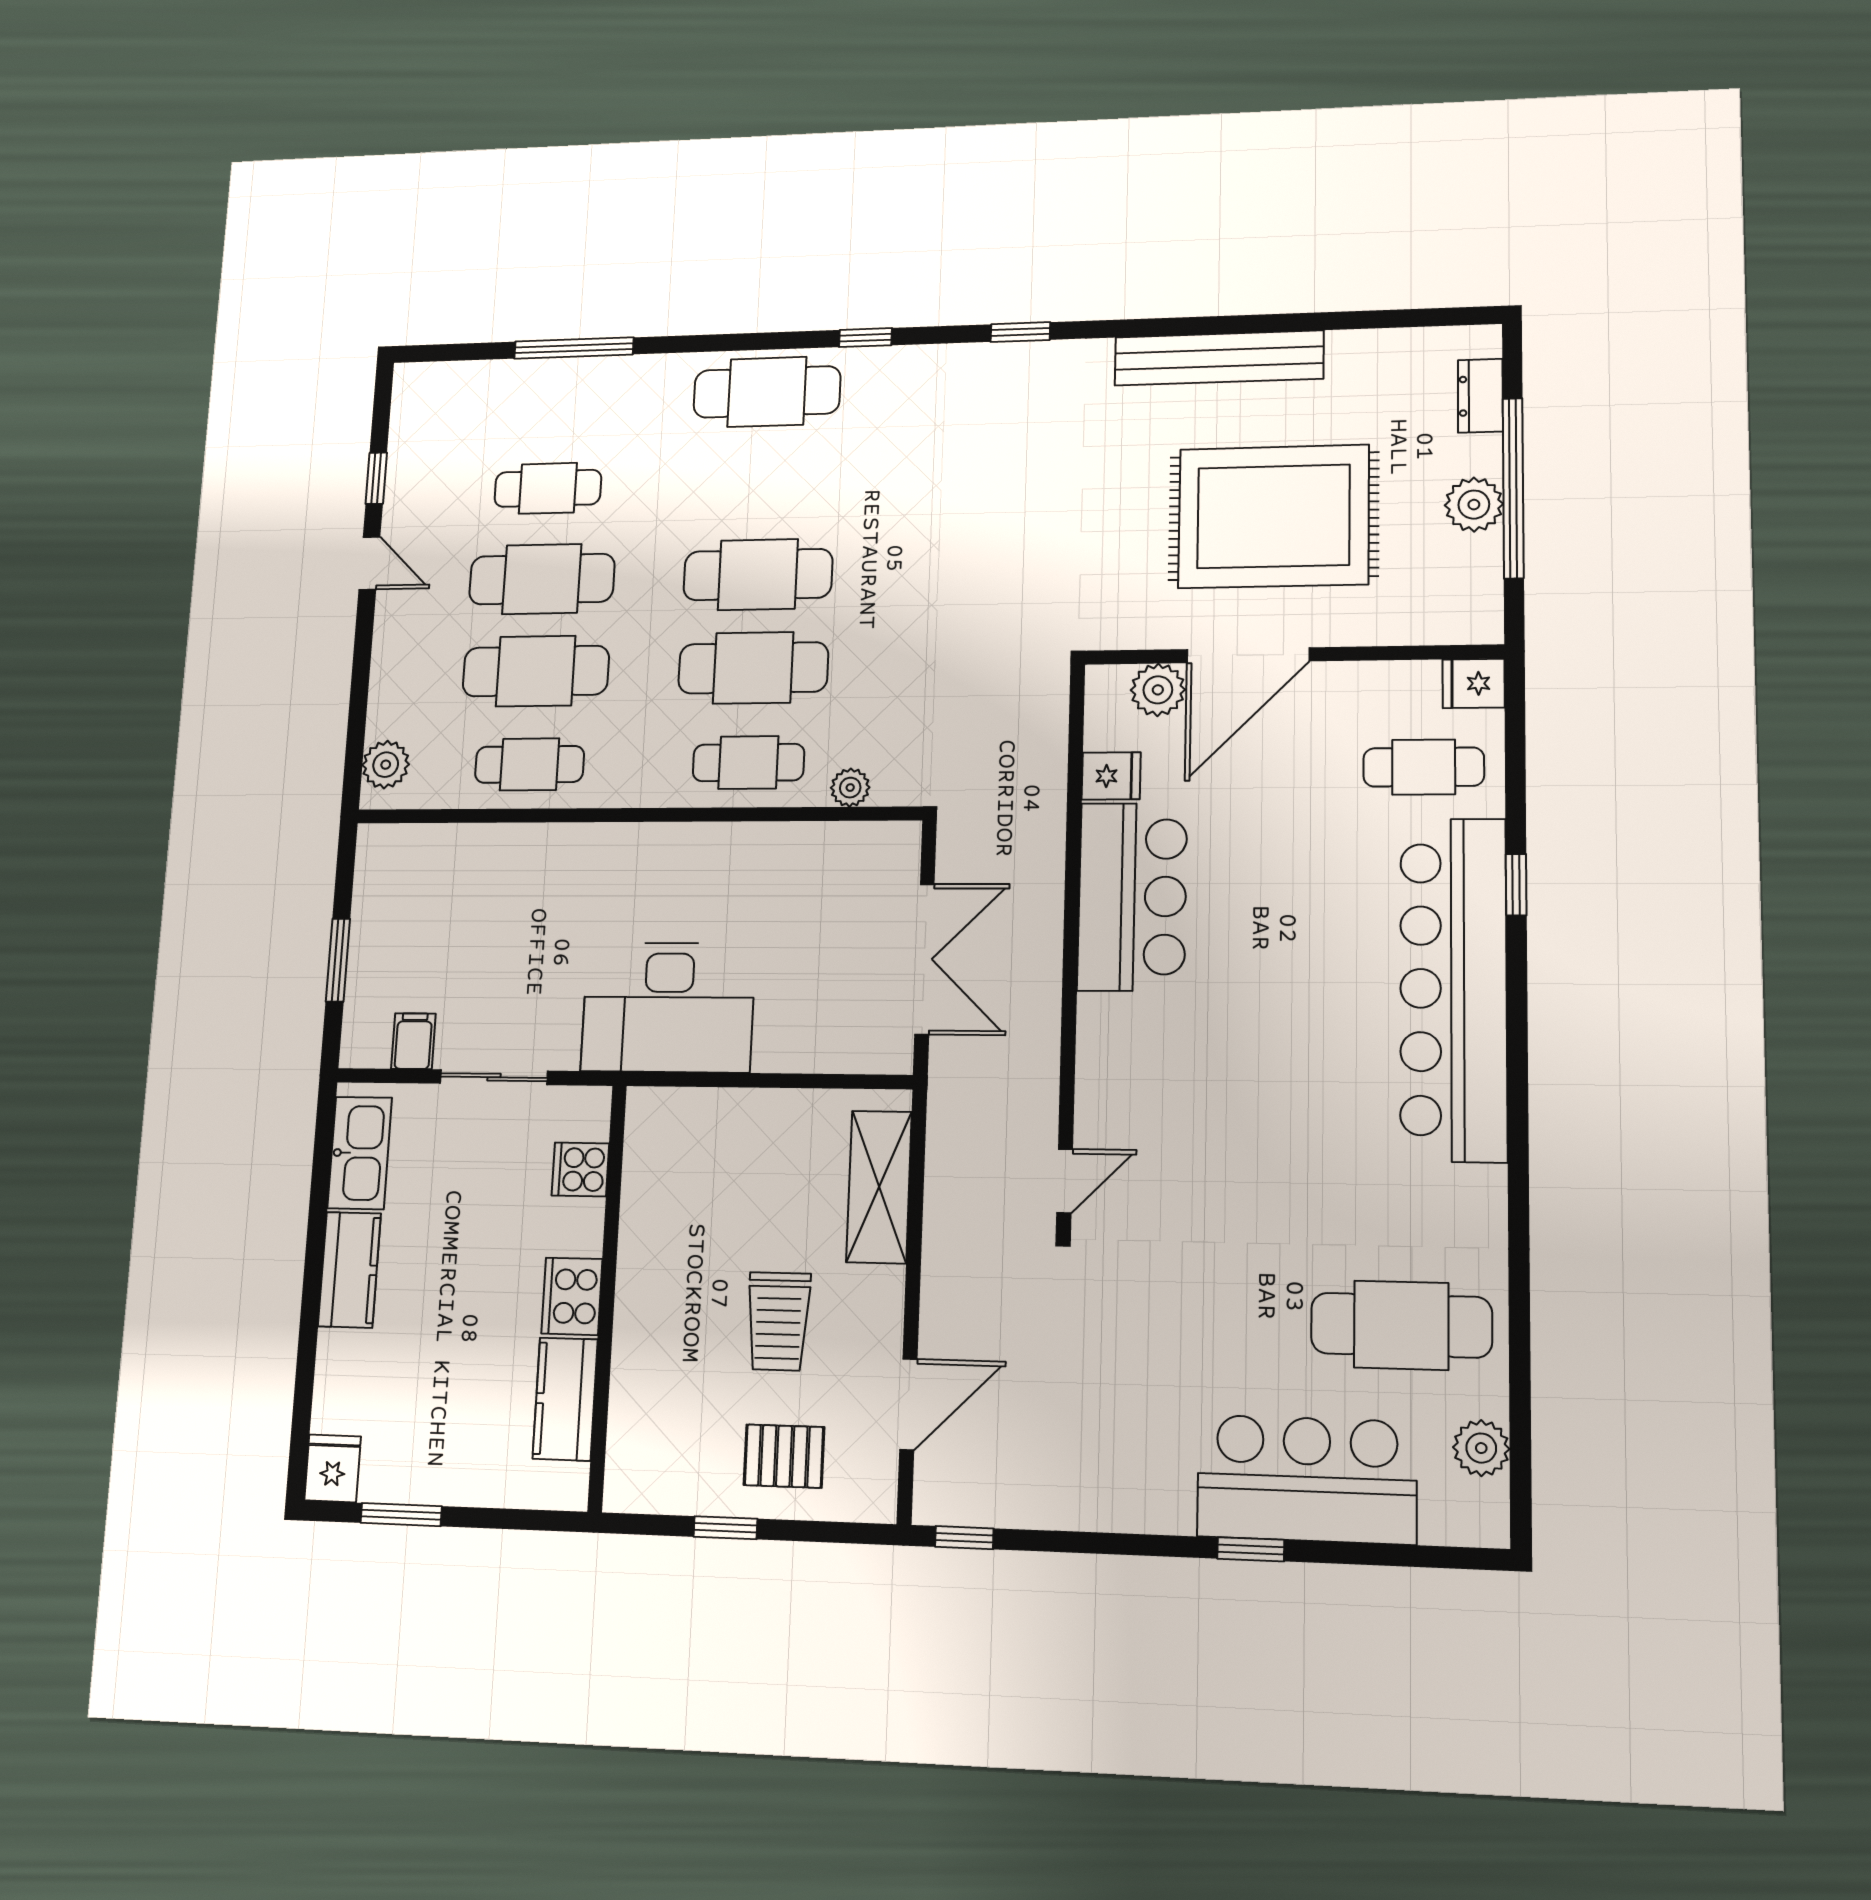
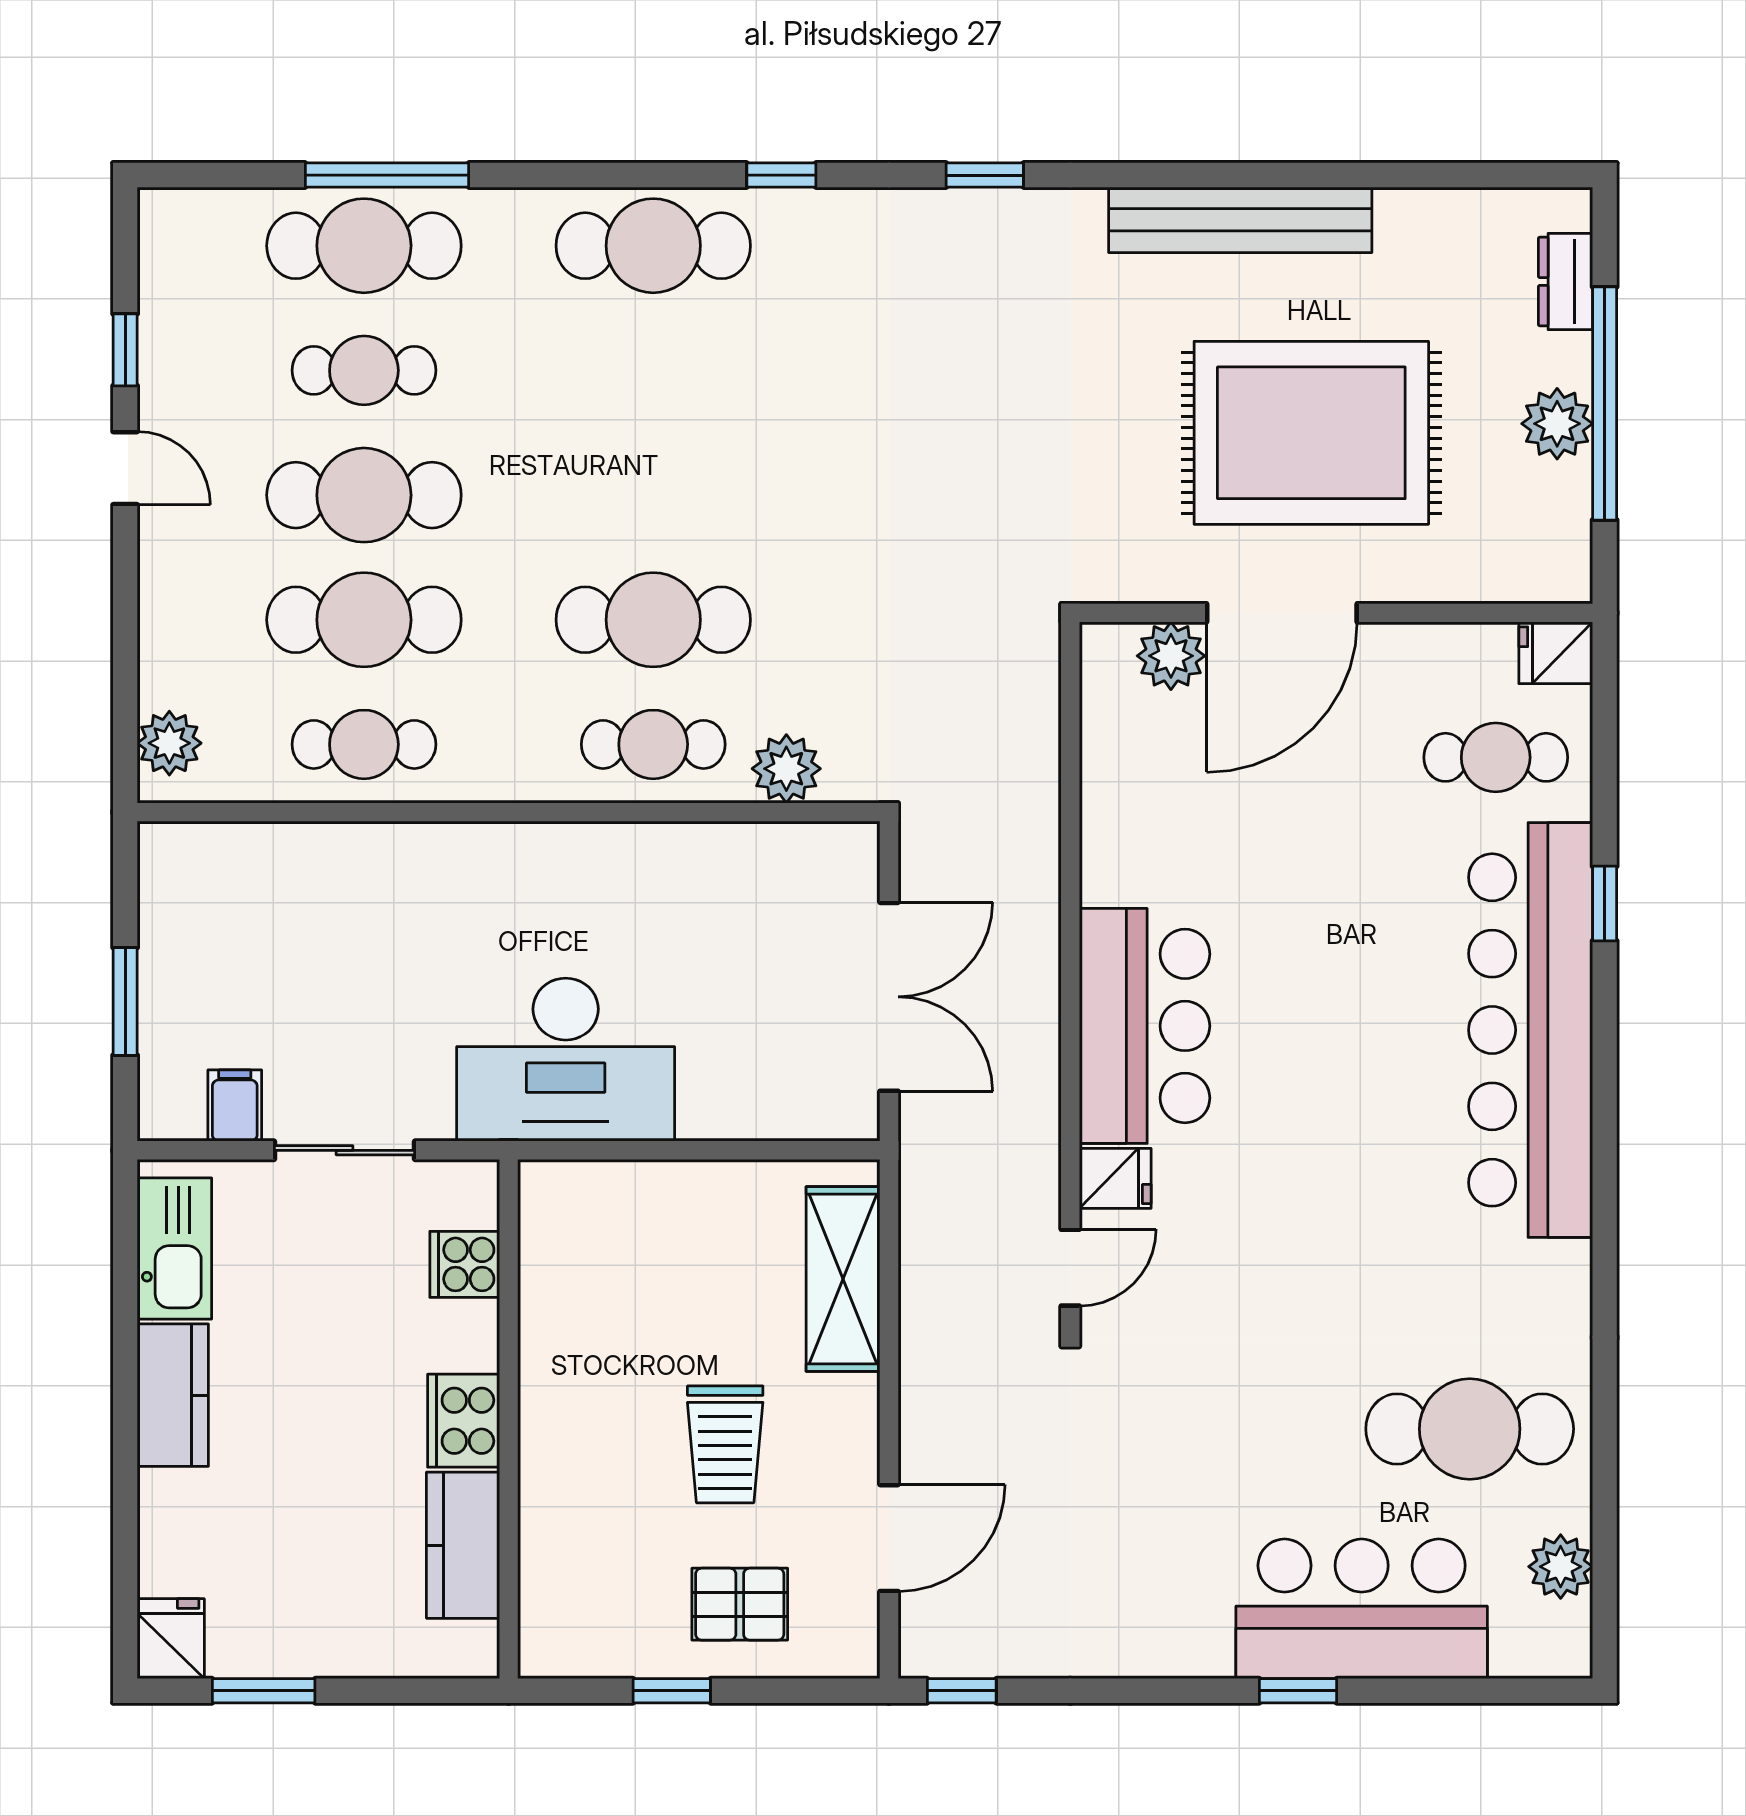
cafe table: (758, 575) -> (364, 246), moved
fridge: (1111, 776) -> (1115, 1178), moved
plant: (850, 788) -> (786, 769), width x1.38, depth x1.38
bar counter: (1132, 897) -> (1145, 1026), moved

